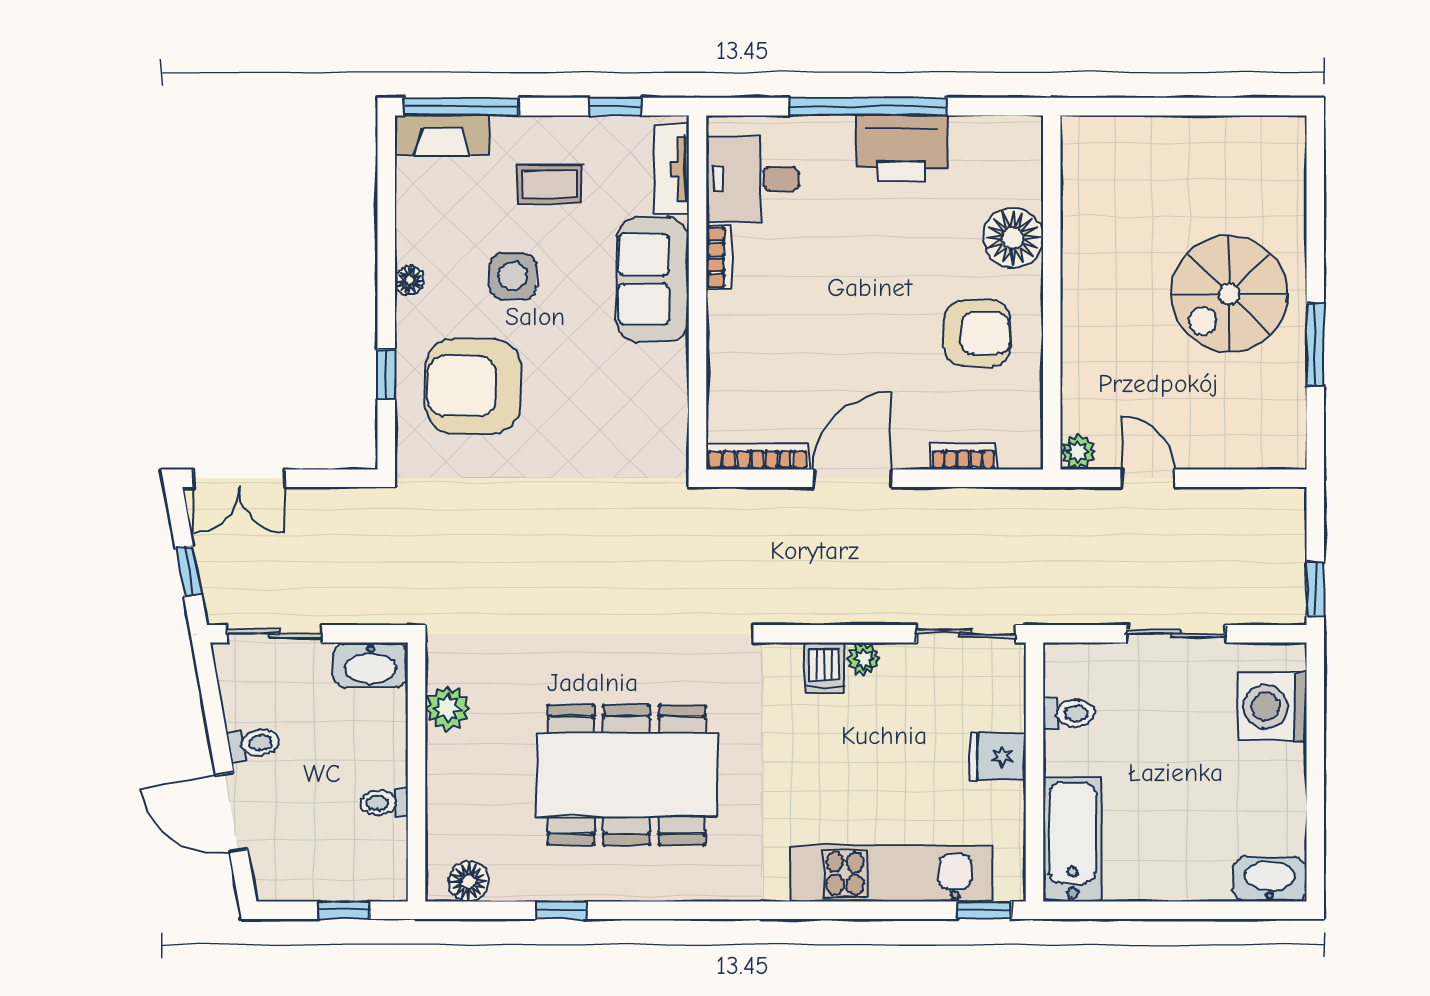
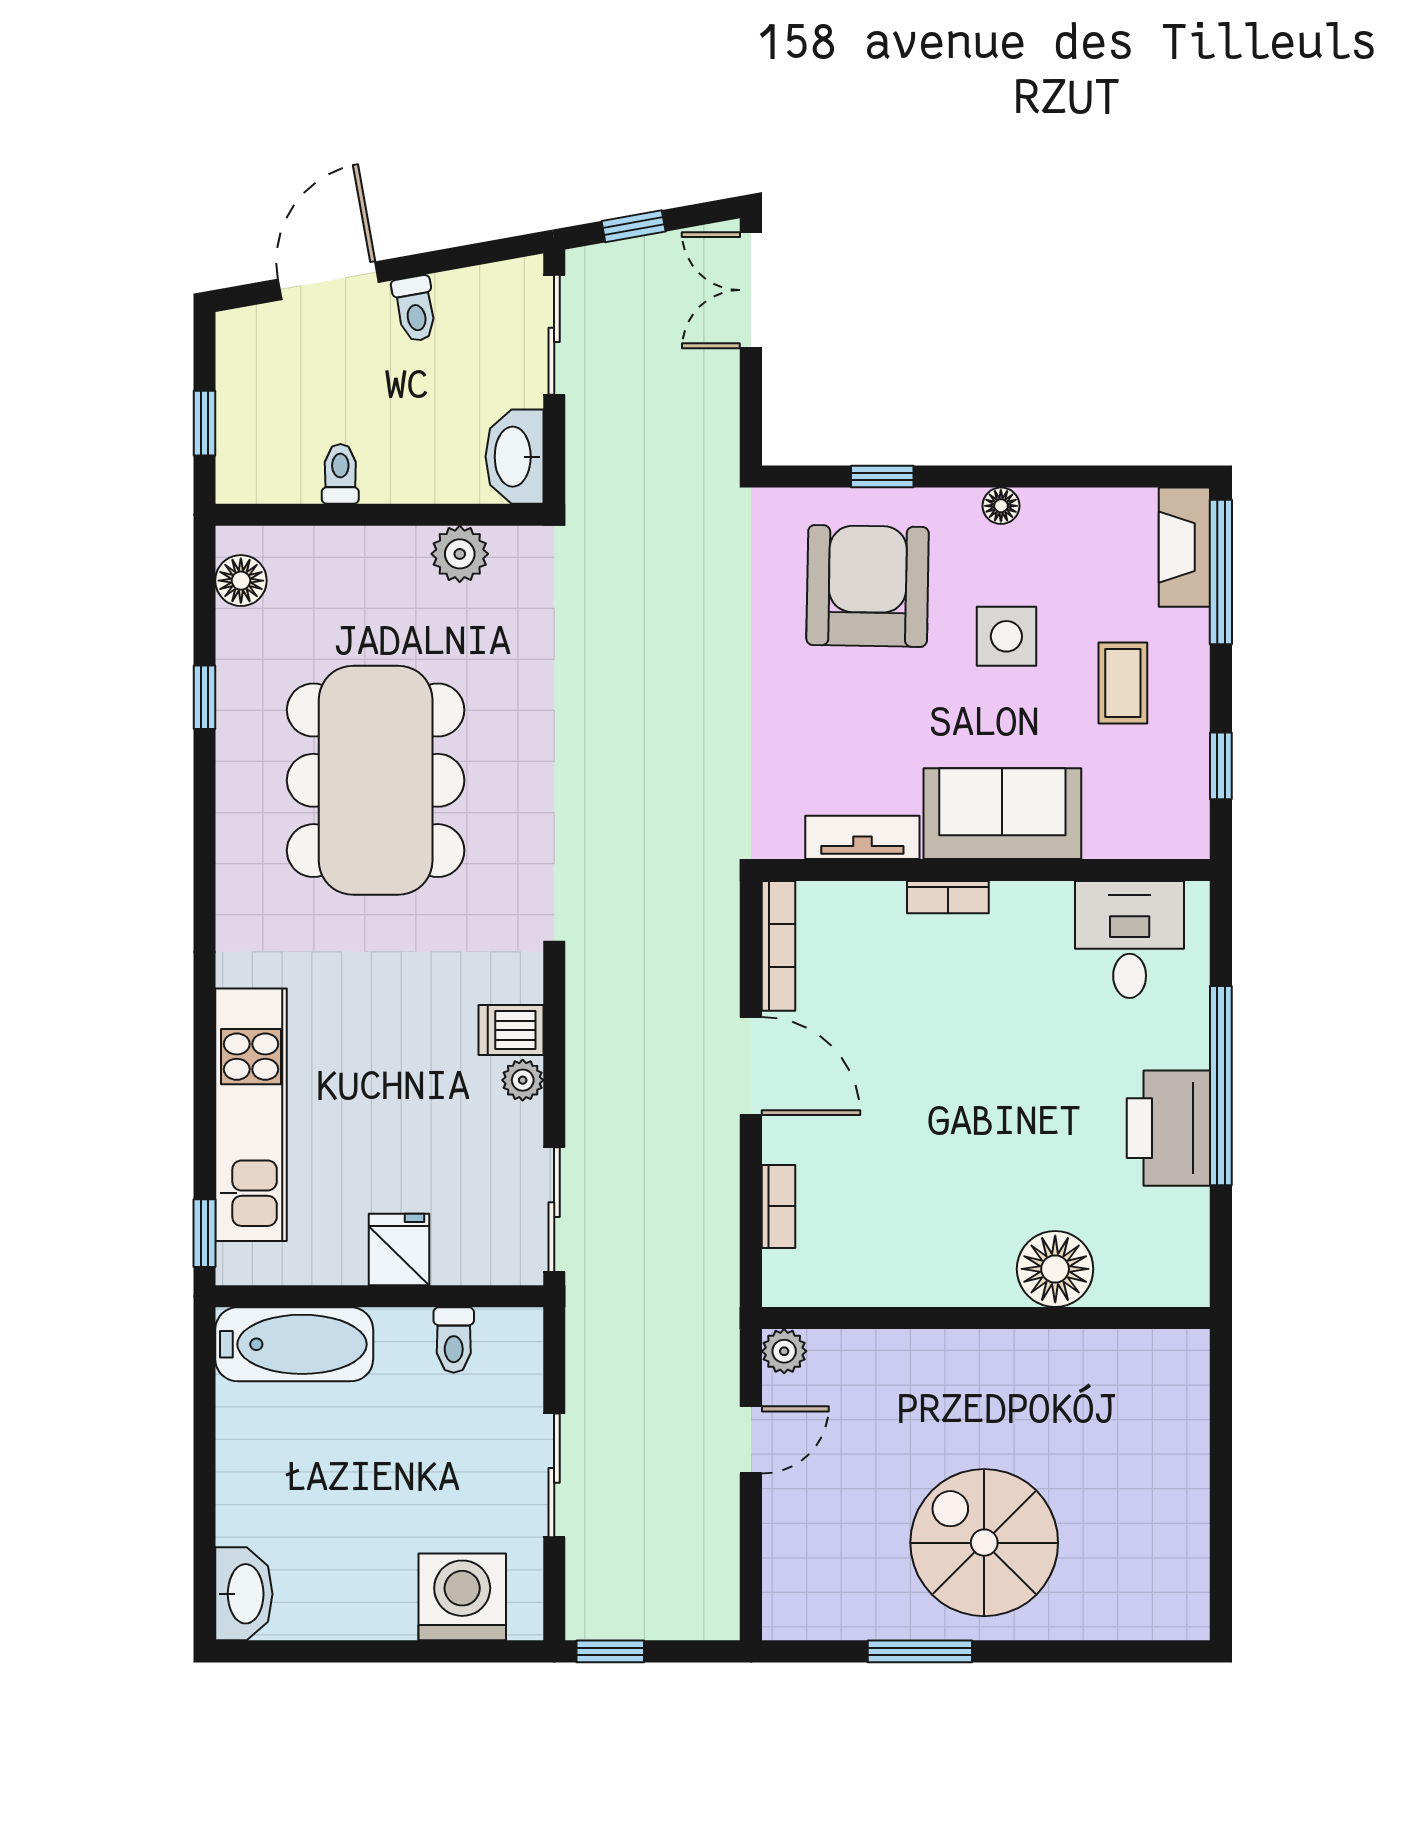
tv unit: (672, 169) -> (862, 837), moved
bookcase: (719, 257) -> (948, 897), moved
armchair: (977, 333) -> (934, 1224), removed

